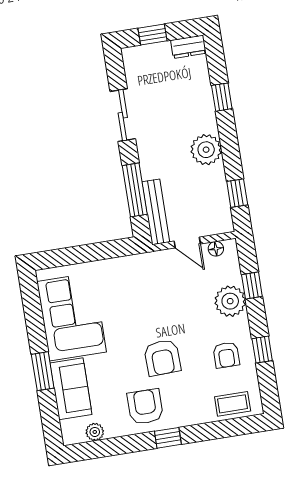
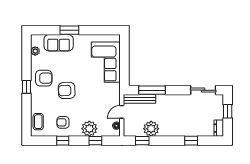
sliding door: (123, 115) -> (203, 90), moved
plant: (206, 150) -> (151, 129), moved
corner sofa: (72, 317) -> (106, 62), moved, turned 90

